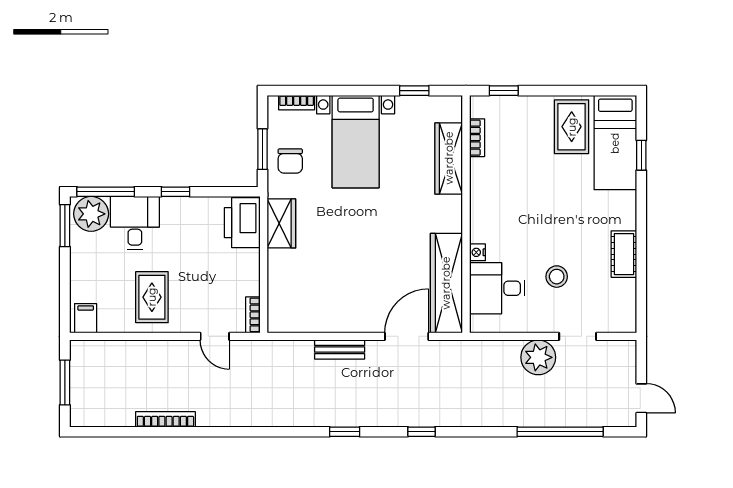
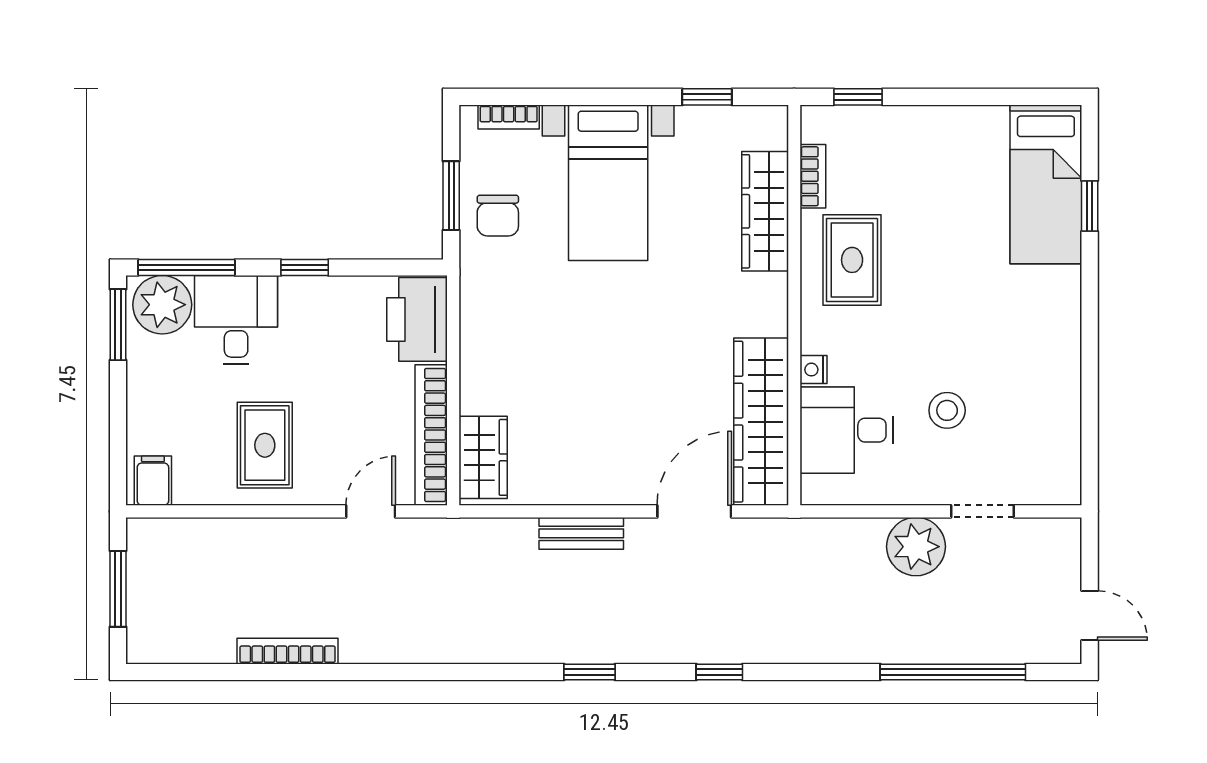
rug: (572, 127) -> (852, 260), moved
wardrobe: (281, 223) -> (483, 457), moved
cot: (624, 254) -> (1060, 372), removed
bookcase: (253, 315) -> (431, 435), width x2.31, depth x1.31
door: (215, 336) -> (371, 511), swing flipped

